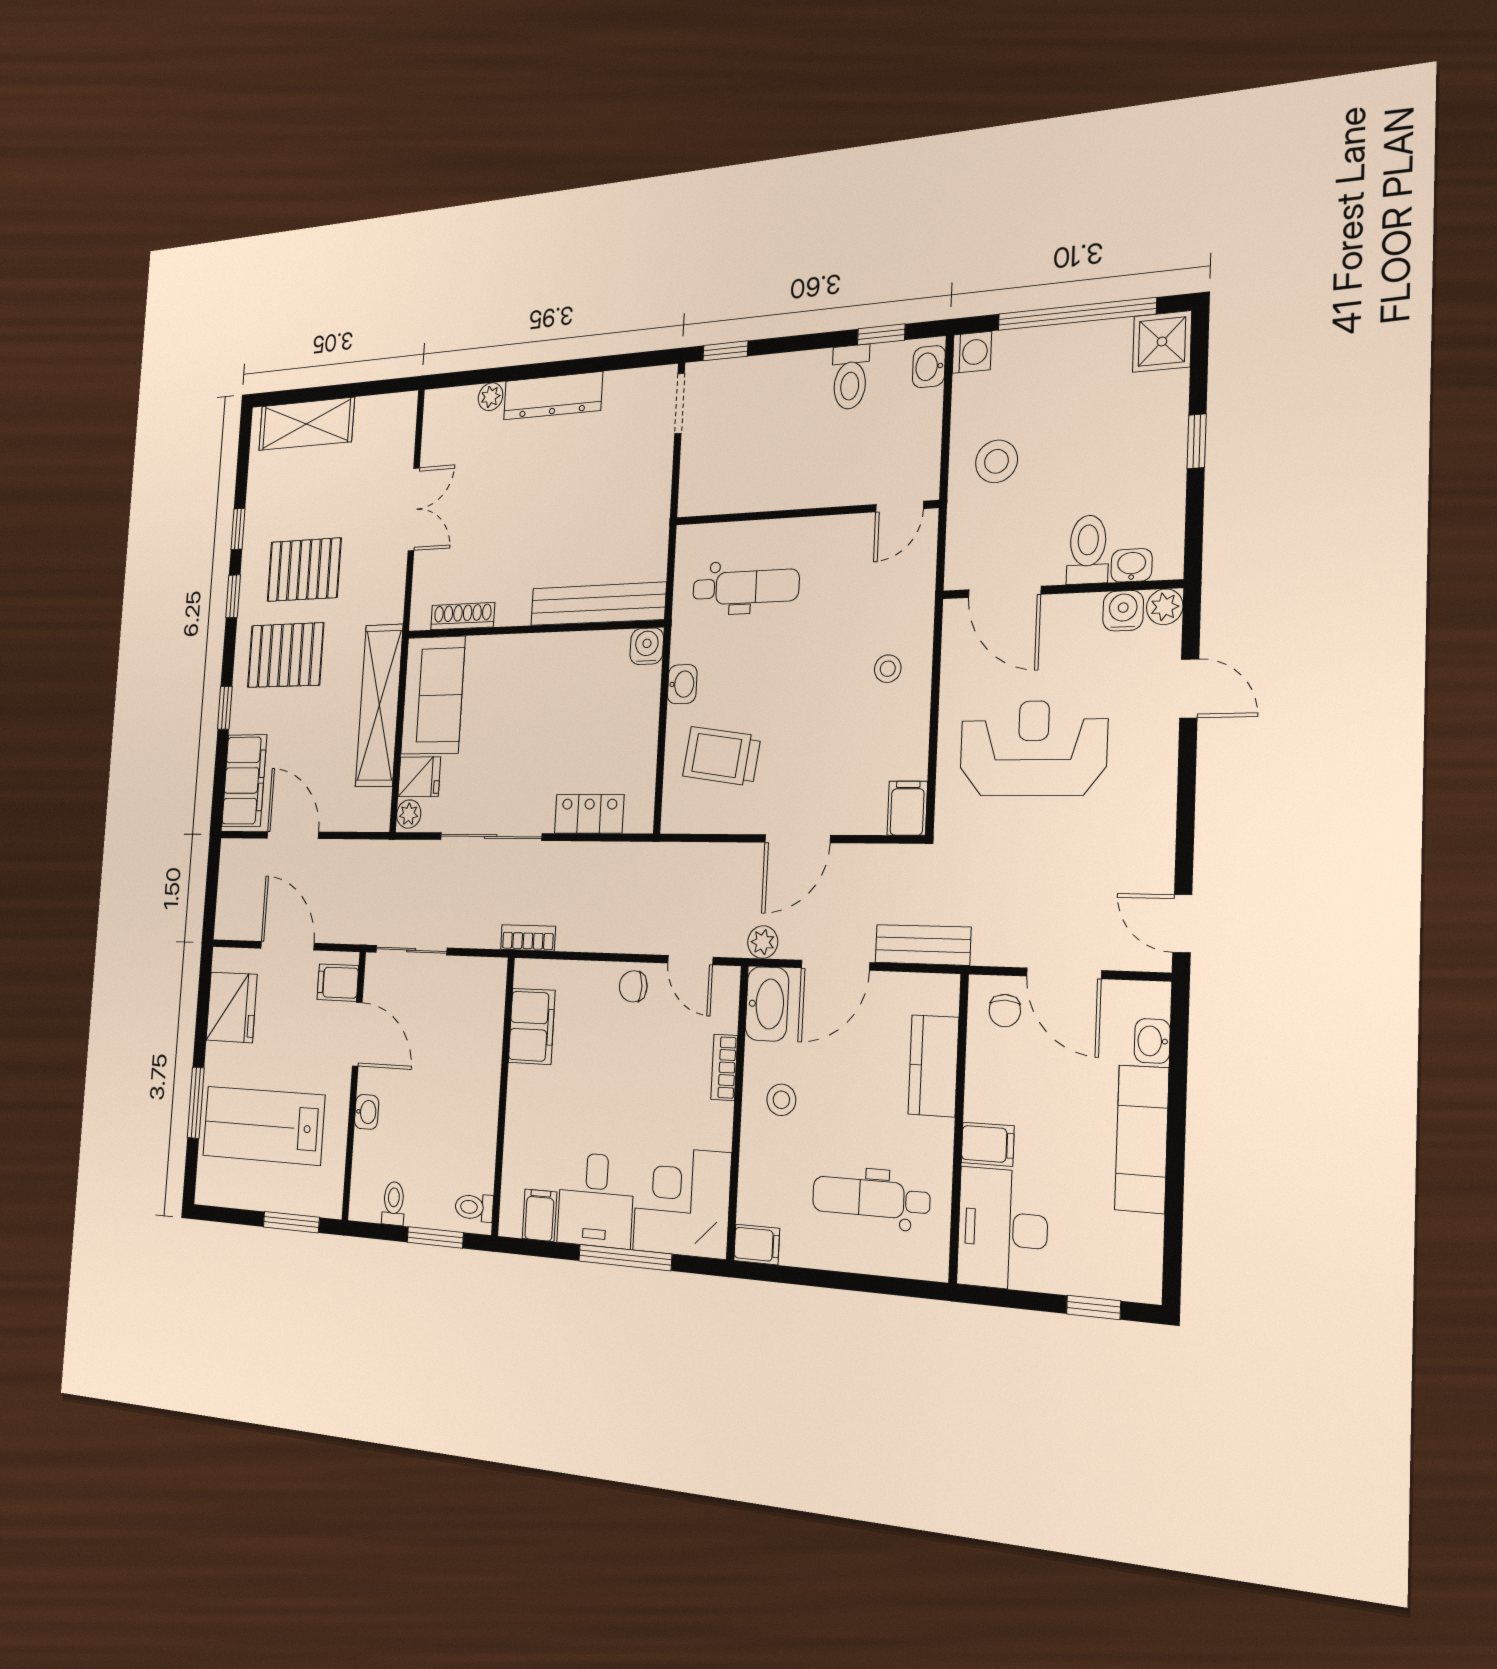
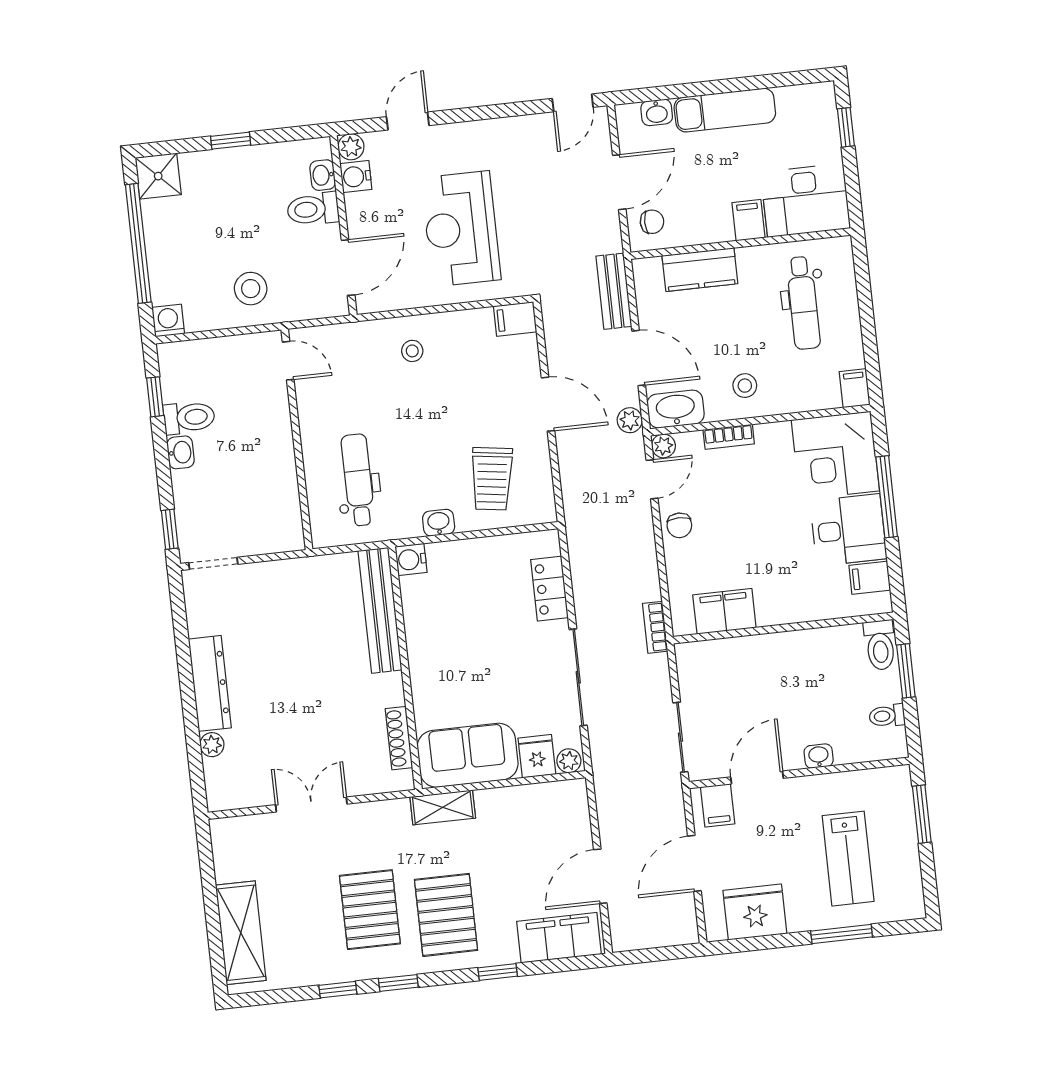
washbasin: (929, 367) -> (181, 452), moved, turned -90
shelving: (379, 705) -> (443, 807), width x0.45, depth x0.75
plant: (726, 981) -> (663, 446), added
lab bench: (263, 1126) -> (848, 859), width x0.73, depth x0.72
toilet: (474, 1207) -> (880, 645), width x1.37, depth x1.39

